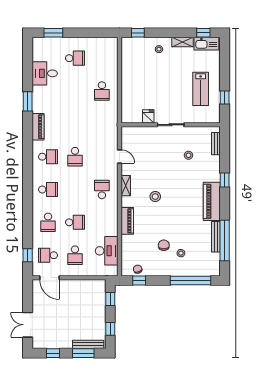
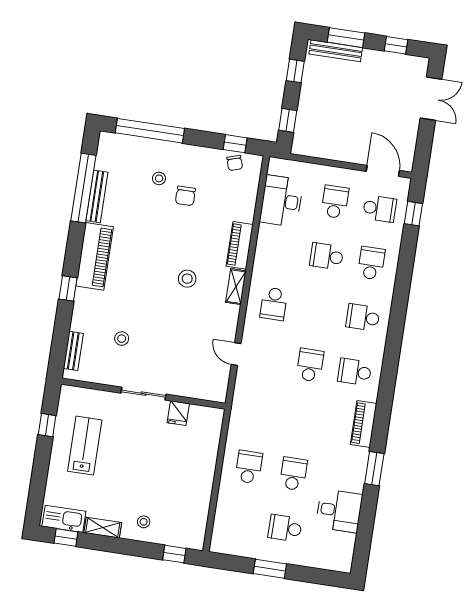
window: (53, 33) -> (270, 569), moved
school desk: (75, 91) -> (293, 474), added
shelving: (126, 186) -> (236, 287), moved

